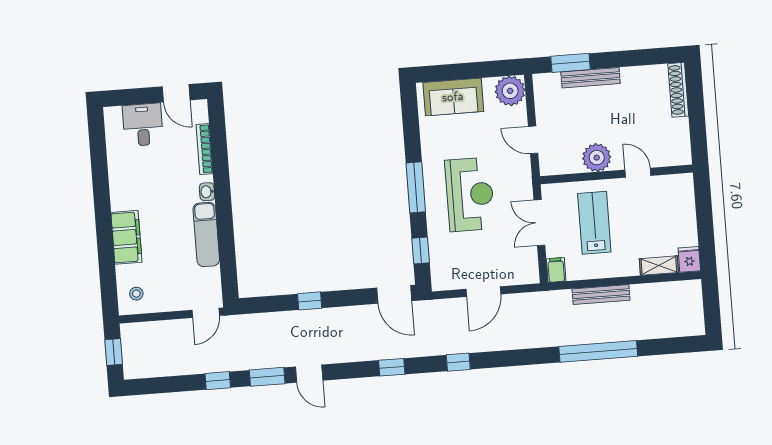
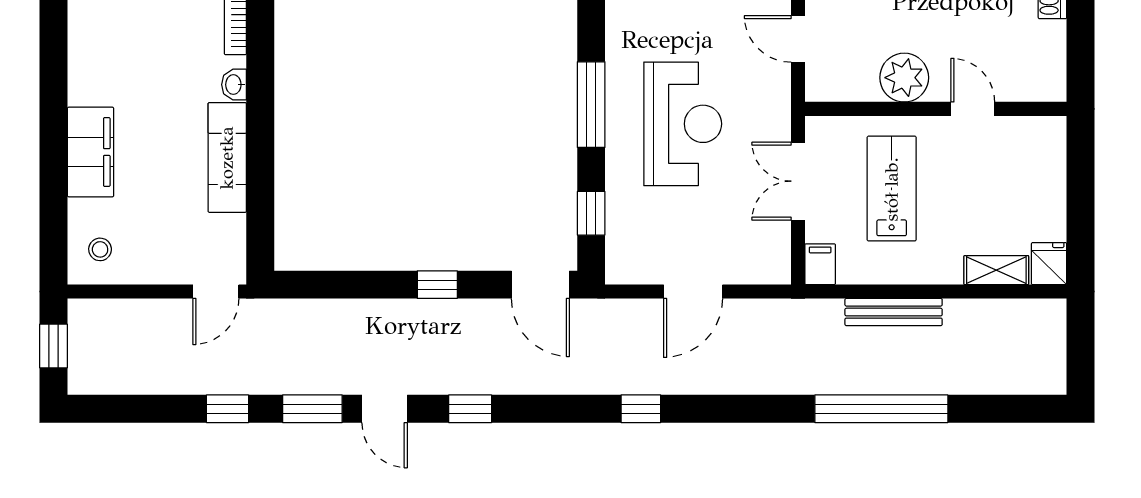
window: (310, 301) -> (437, 285), moved
window: (392, 367) -> (470, 409), moved

